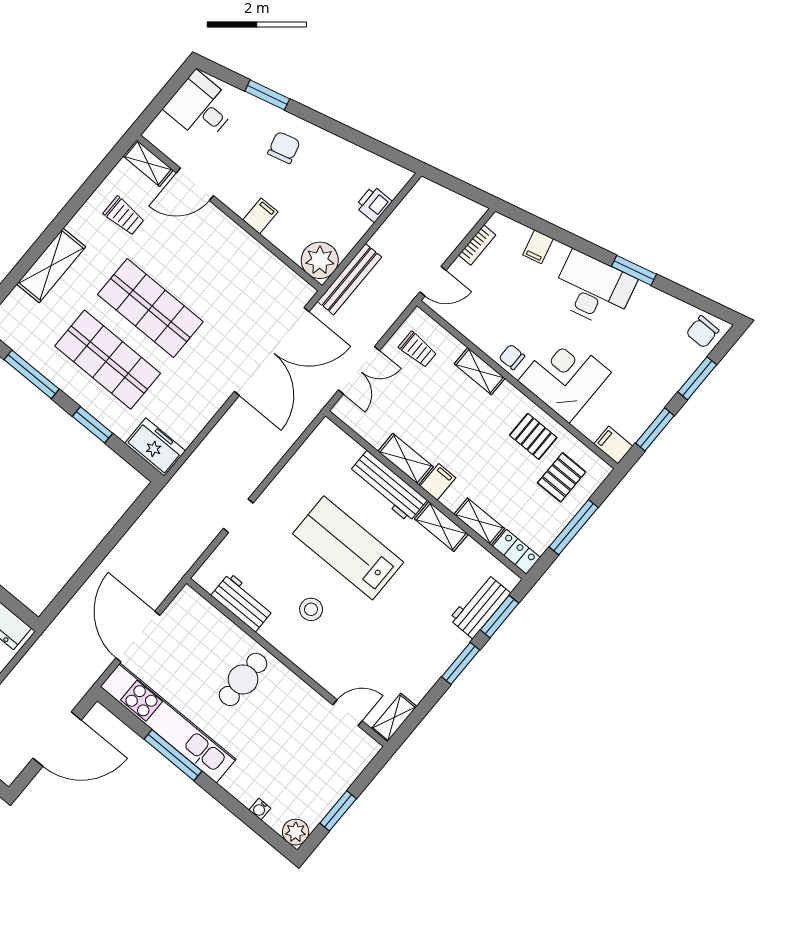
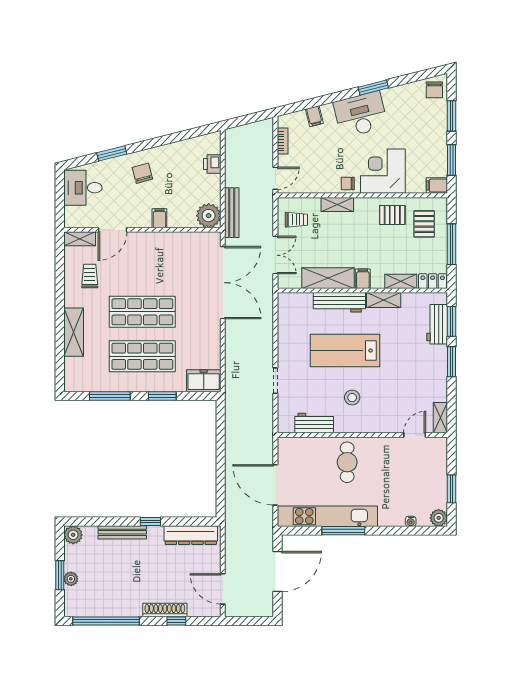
trolley: (124, 216) -> (90, 276), turned -90
shelving: (406, 459) -> (328, 278), width x1.50, depth x1.33

